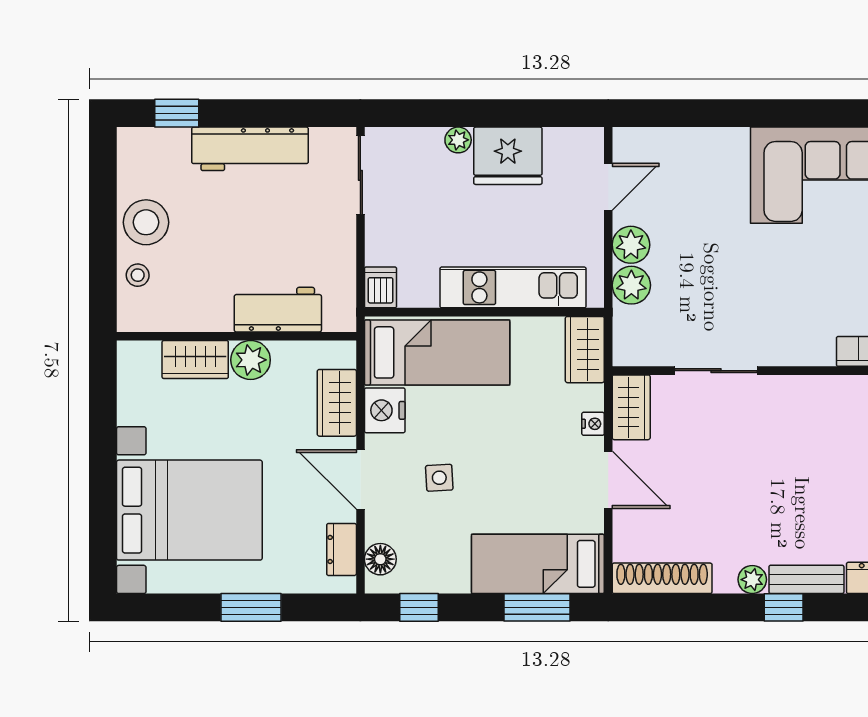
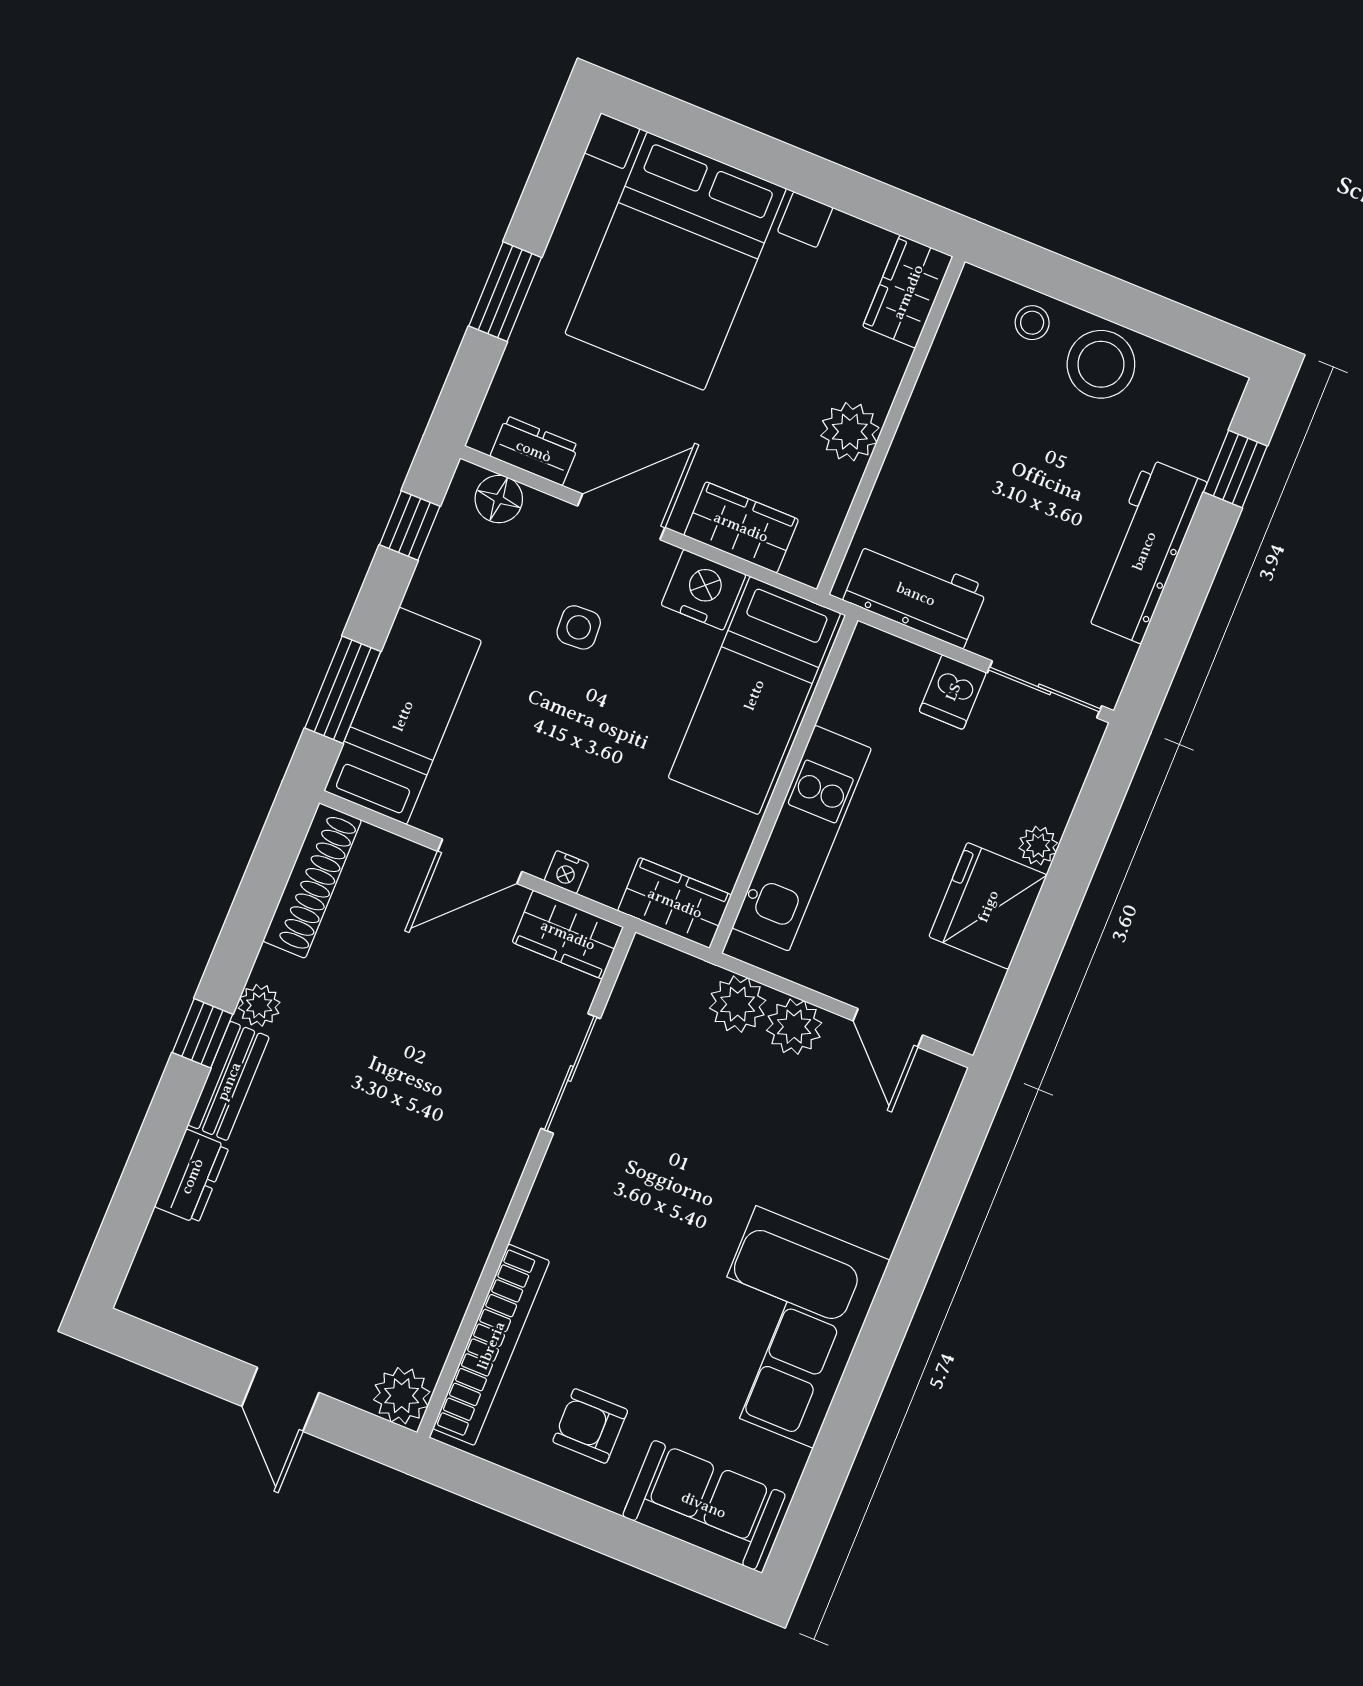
dishwasher: (380, 287) -> (953, 692), moved, turned 90
workbench: (278, 310) -> (916, 594), moved, turned -90
wardrobe: (195, 360) -> (908, 292), moved

